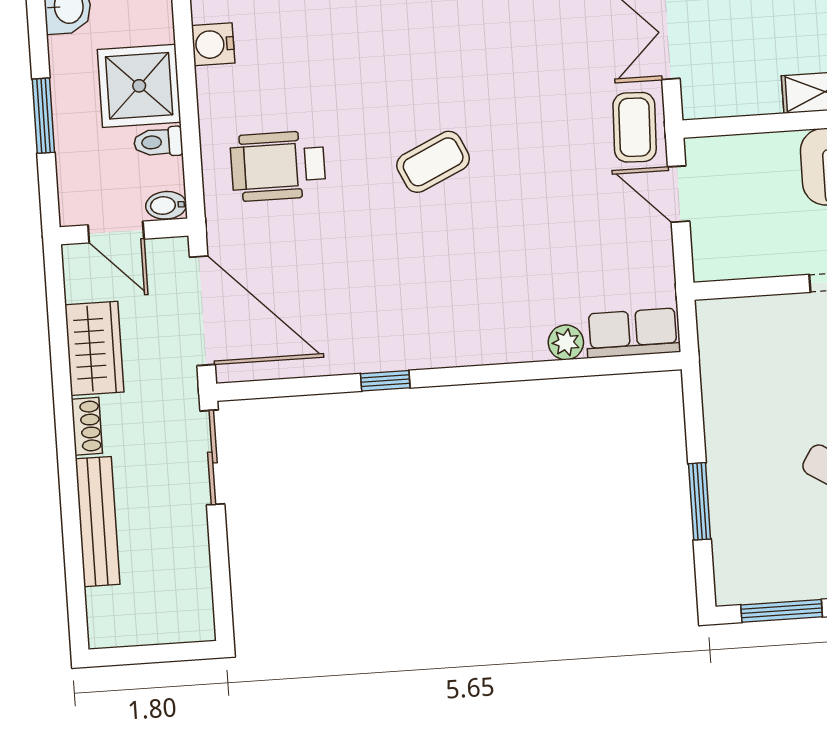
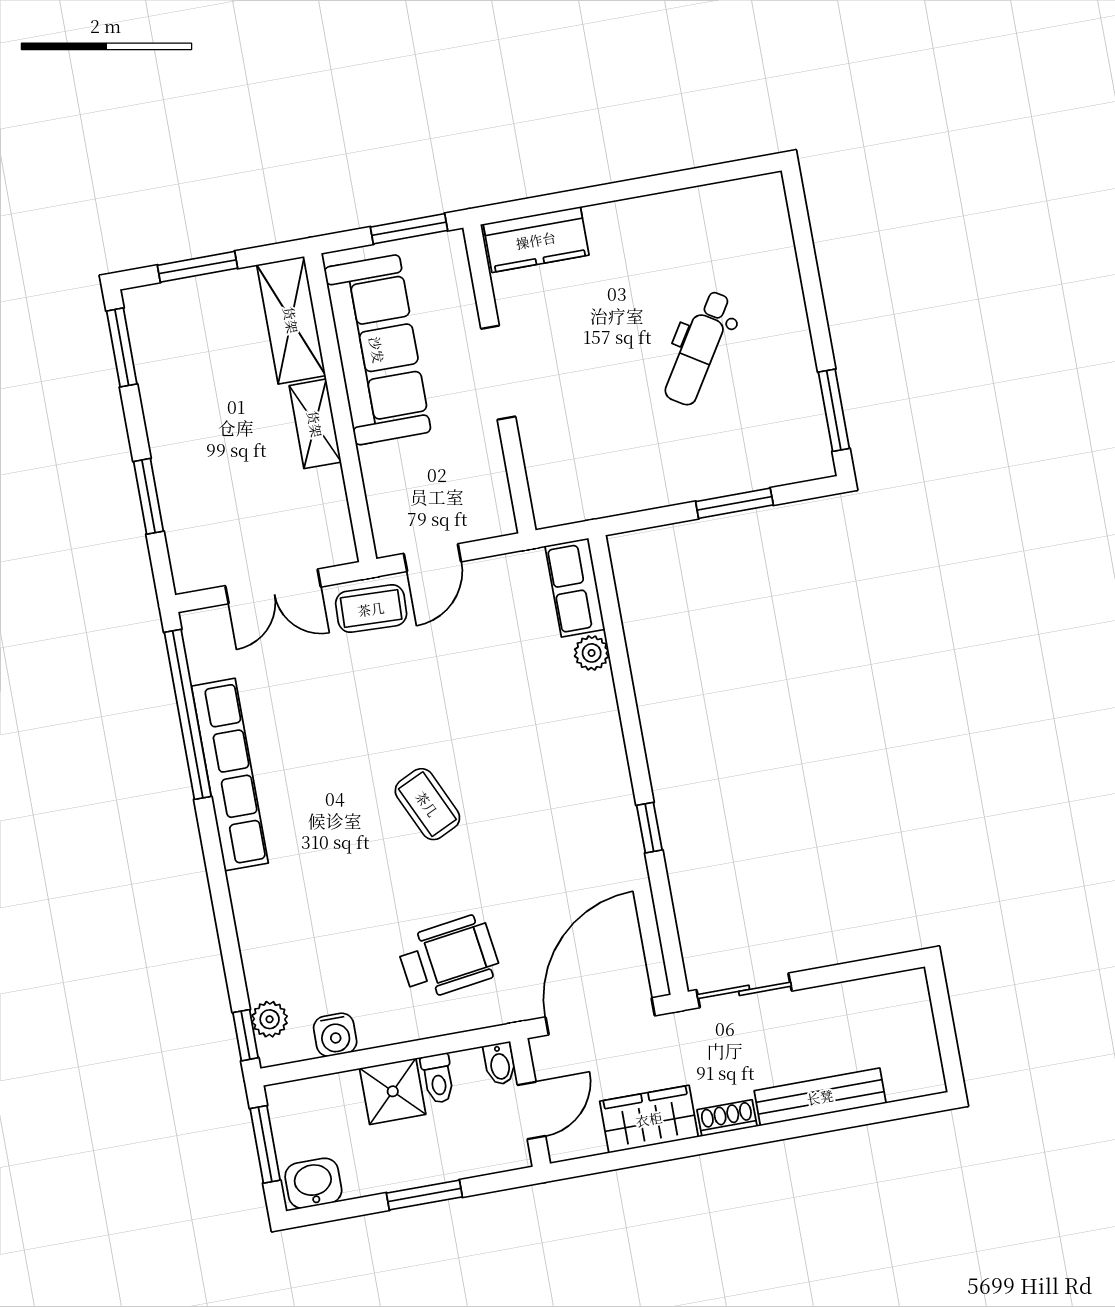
shower: (139, 86) -> (393, 1091), width x0.73, depth x0.73
wheelchair: (278, 166) -> (448, 957), turned -98

